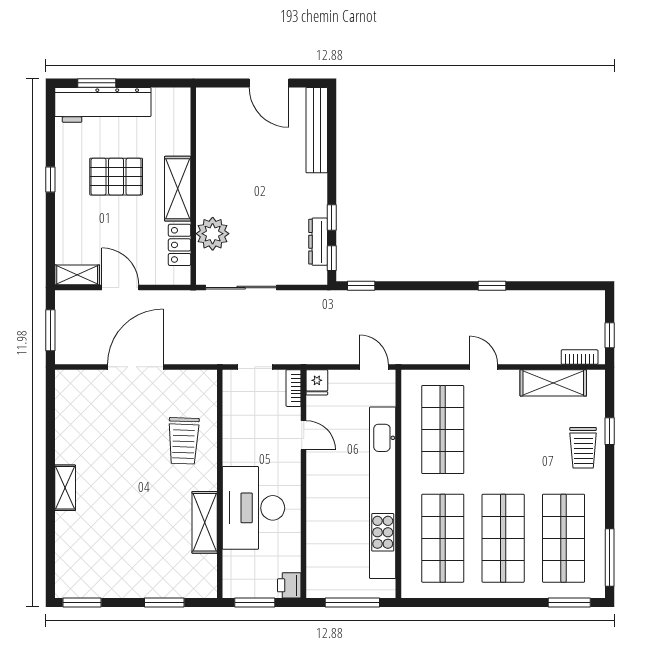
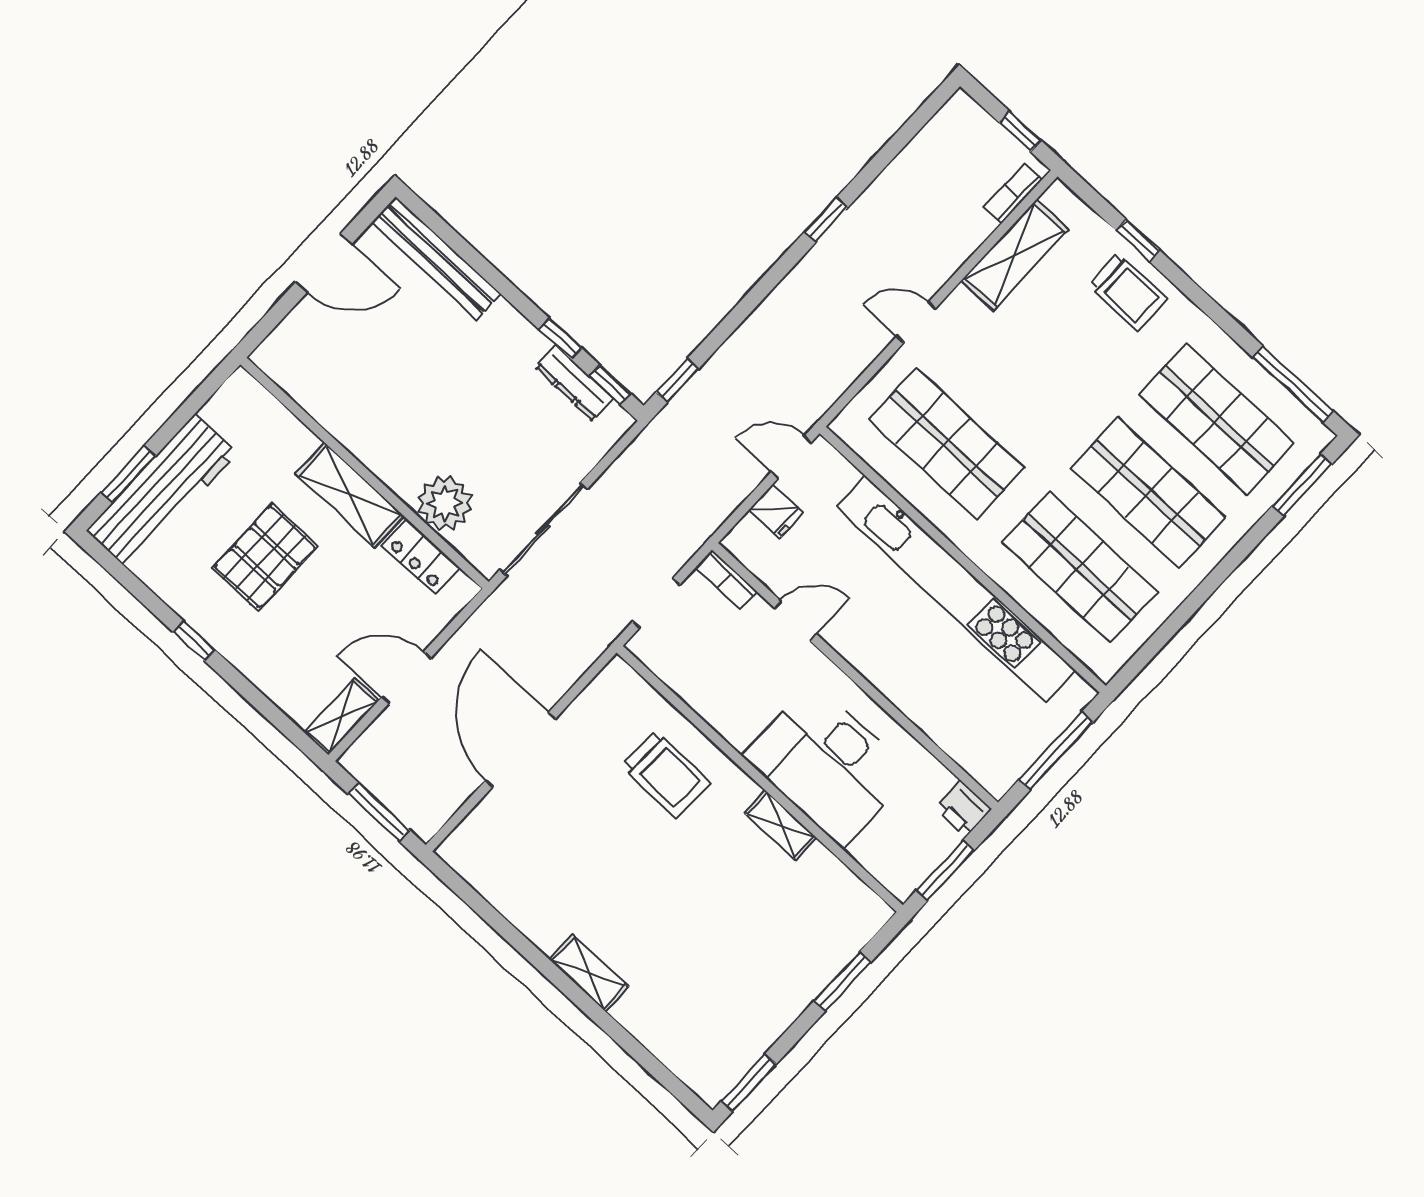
fridge: (317, 382) -> (776, 511), moved
shelving: (205, 522) -> (781, 825), width x0.67, depth x0.75

